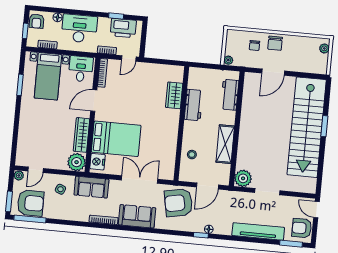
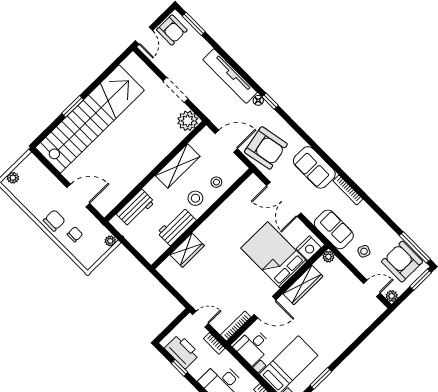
stool: (197, 133) -> (195, 198), added
plant: (77, 162) -> (328, 257), width x0.53, depth x0.53
tv unit: (258, 231) -> (230, 76), moved

